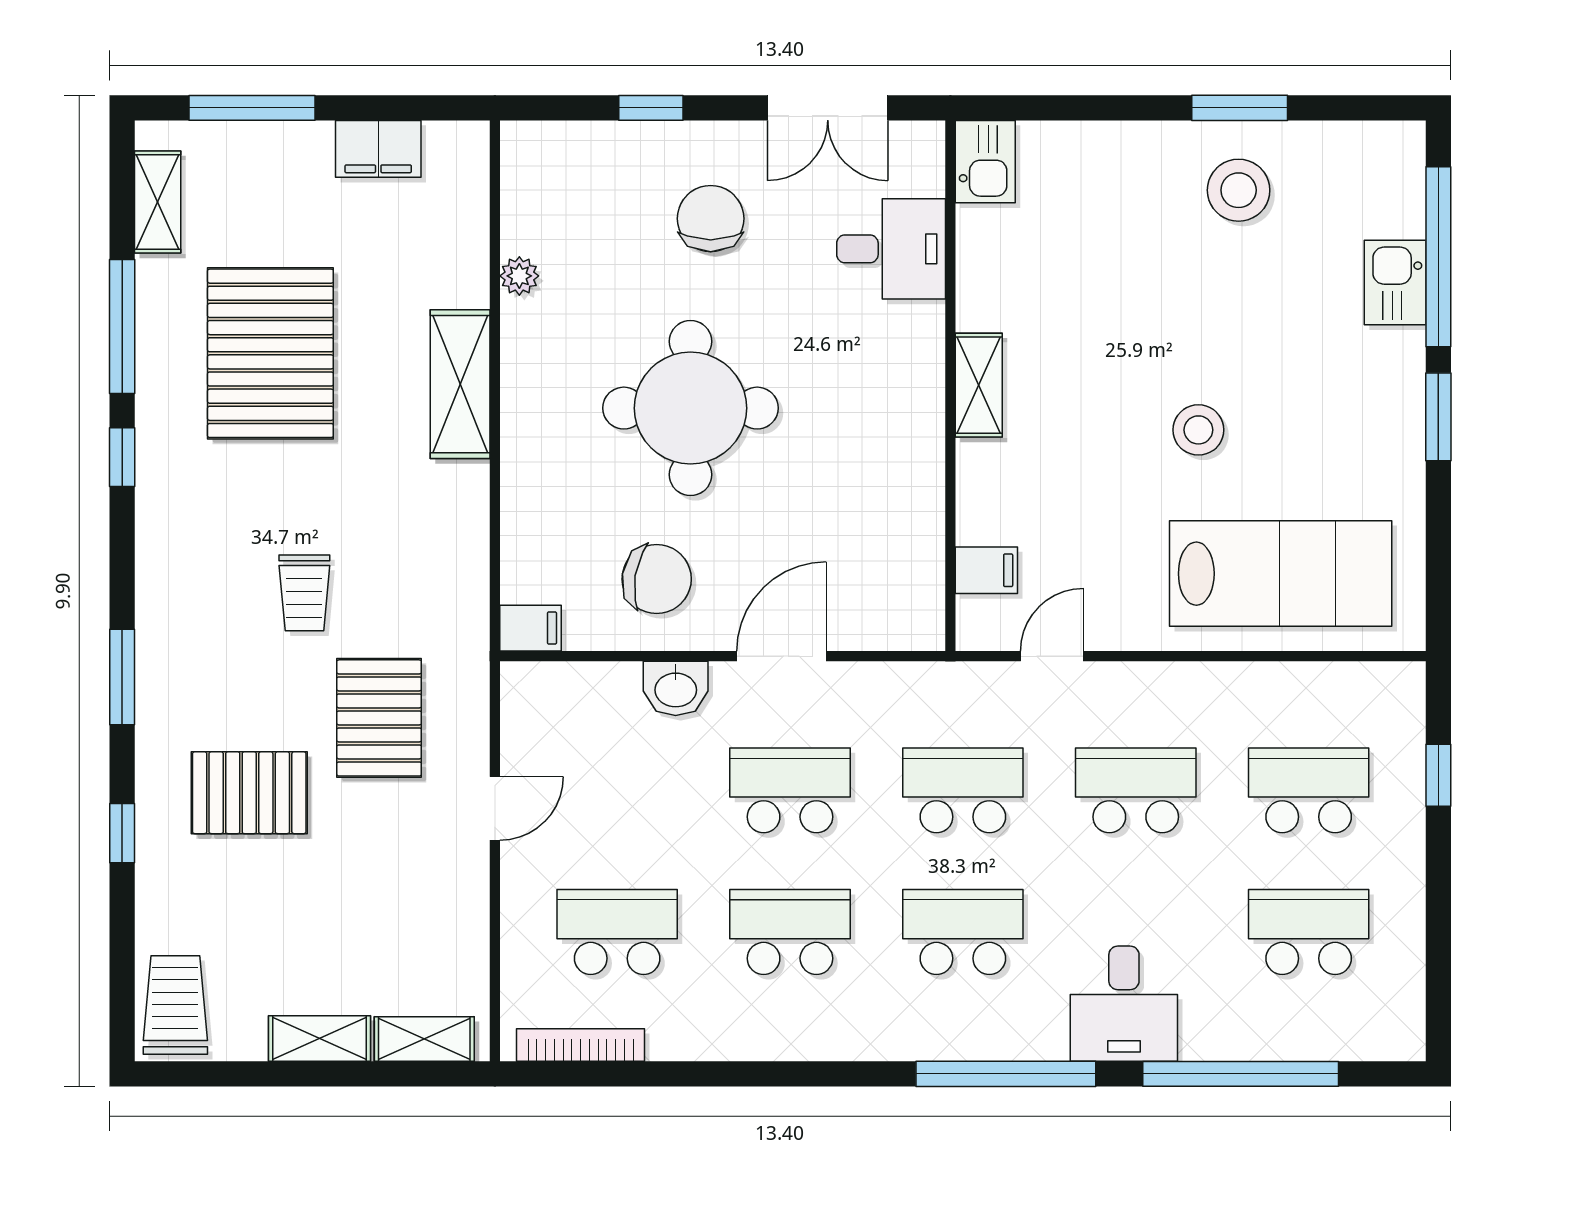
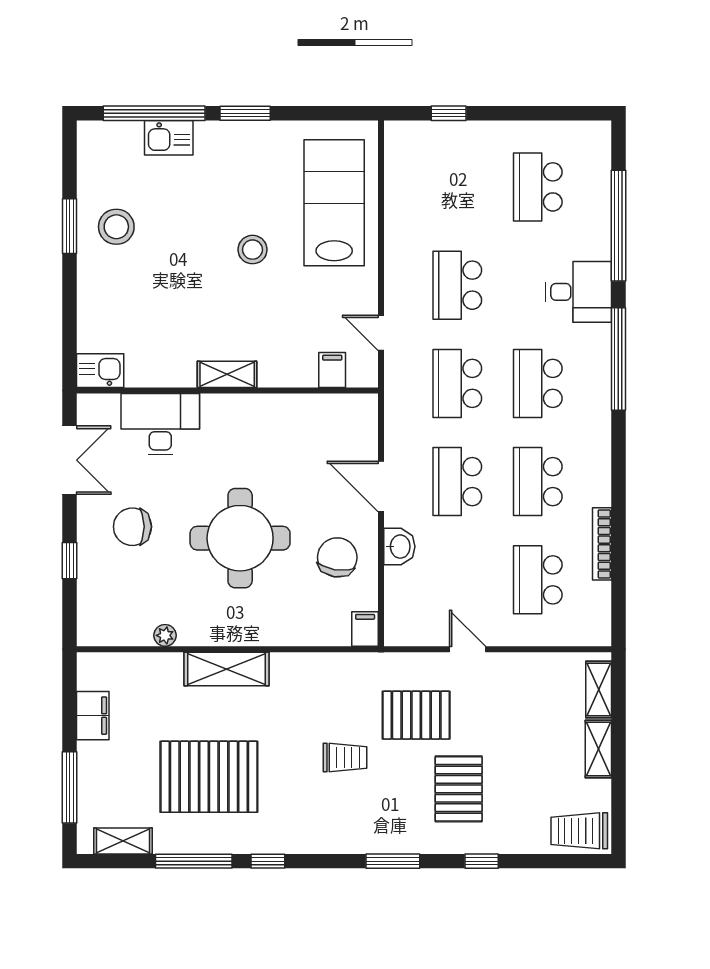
desk: (891, 249) -> (160, 424), width x1.37
school desk: (1309, 790) -> (457, 187), removed
bookcase: (581, 1045) -> (602, 544), moved

